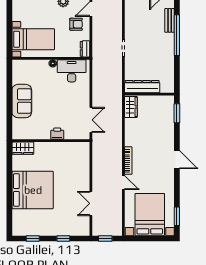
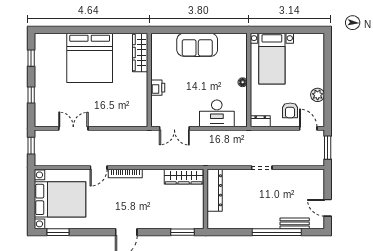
desk: (72, 71) -> (217, 113), moved, turned 90
wardrobe: (131, 107) -> (184, 177), width x1.50
wardrobe: (23, 148) -> (140, 52), width x1.50

